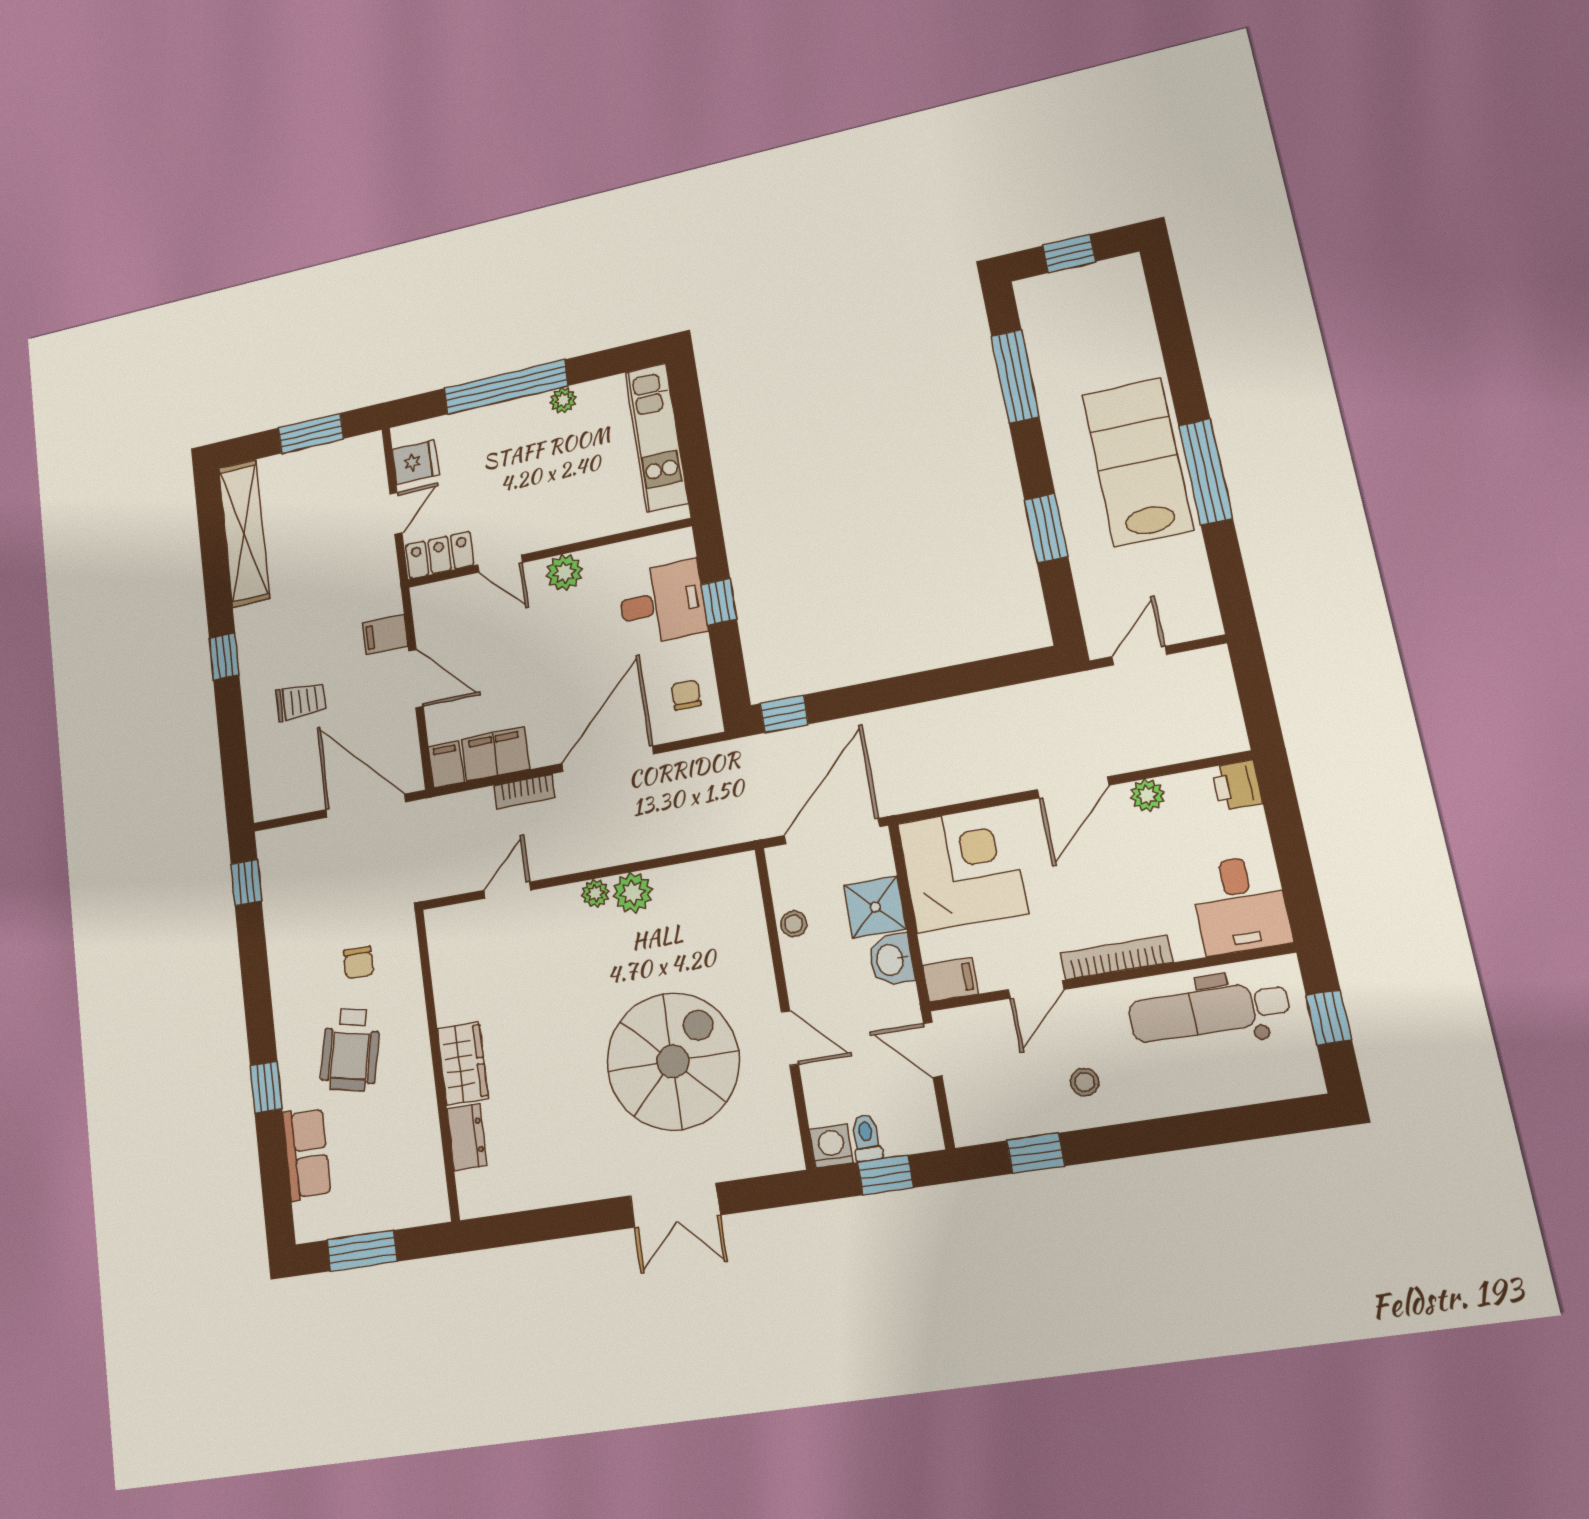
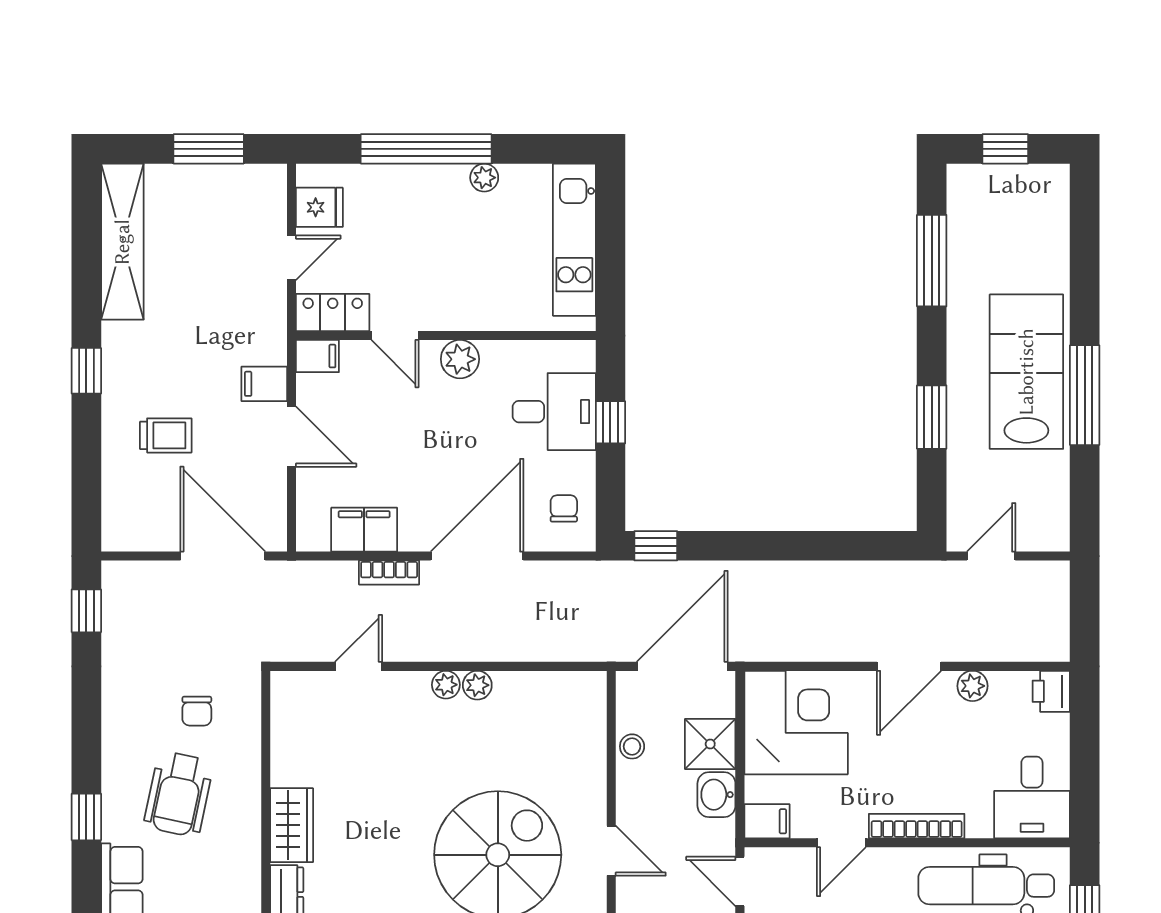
filing cabinet: (446, 764) -> (317, 356), moved, turned 90
plant: (633, 893) -> (477, 685), width x0.73, depth x0.73

